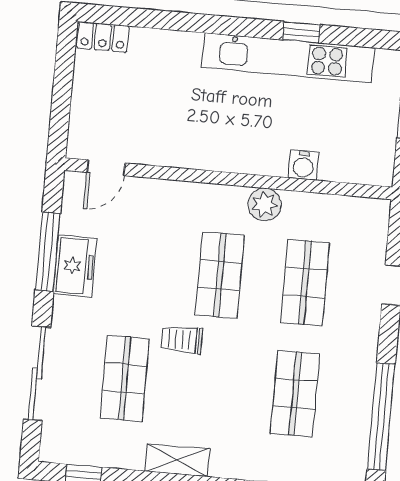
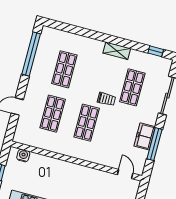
water cooler: (303, 165) -> (23, 155), moved
door: (106, 168) -> (125, 174), hinge flipped
plant: (265, 205) -> (63, 148), removed

